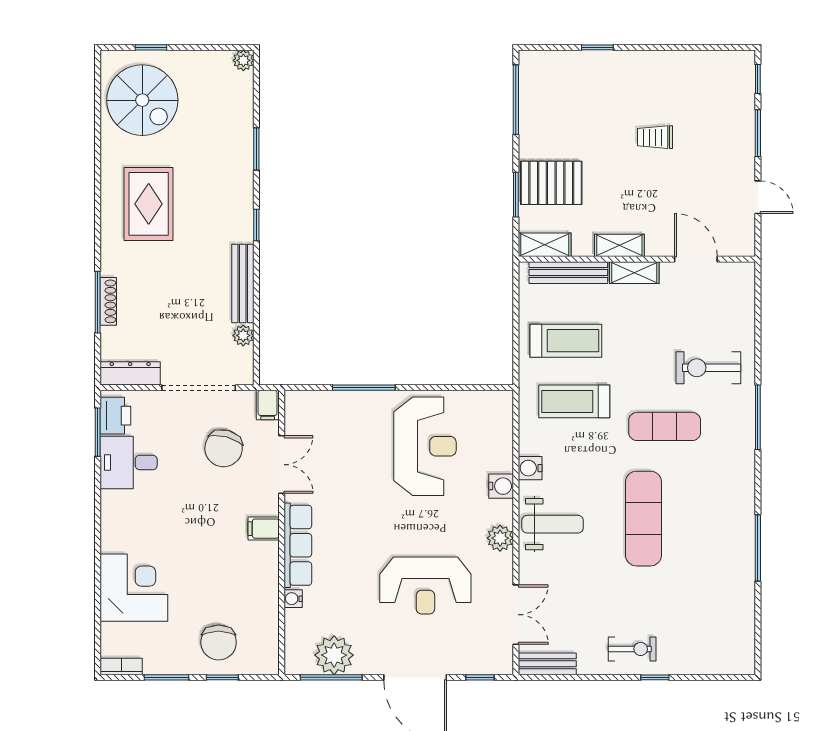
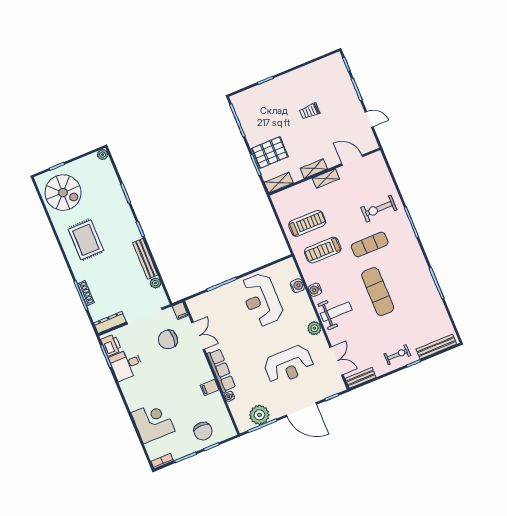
bench: (568, 273) -> (436, 347), moved
reception desk: (425, 446) -> (262, 300), turned 180
chair: (224, 448) -> (168, 340), turned 75
water cooler: (501, 486) -> (297, 286), moved
filing cabinet: (264, 529) -> (210, 388), moved

